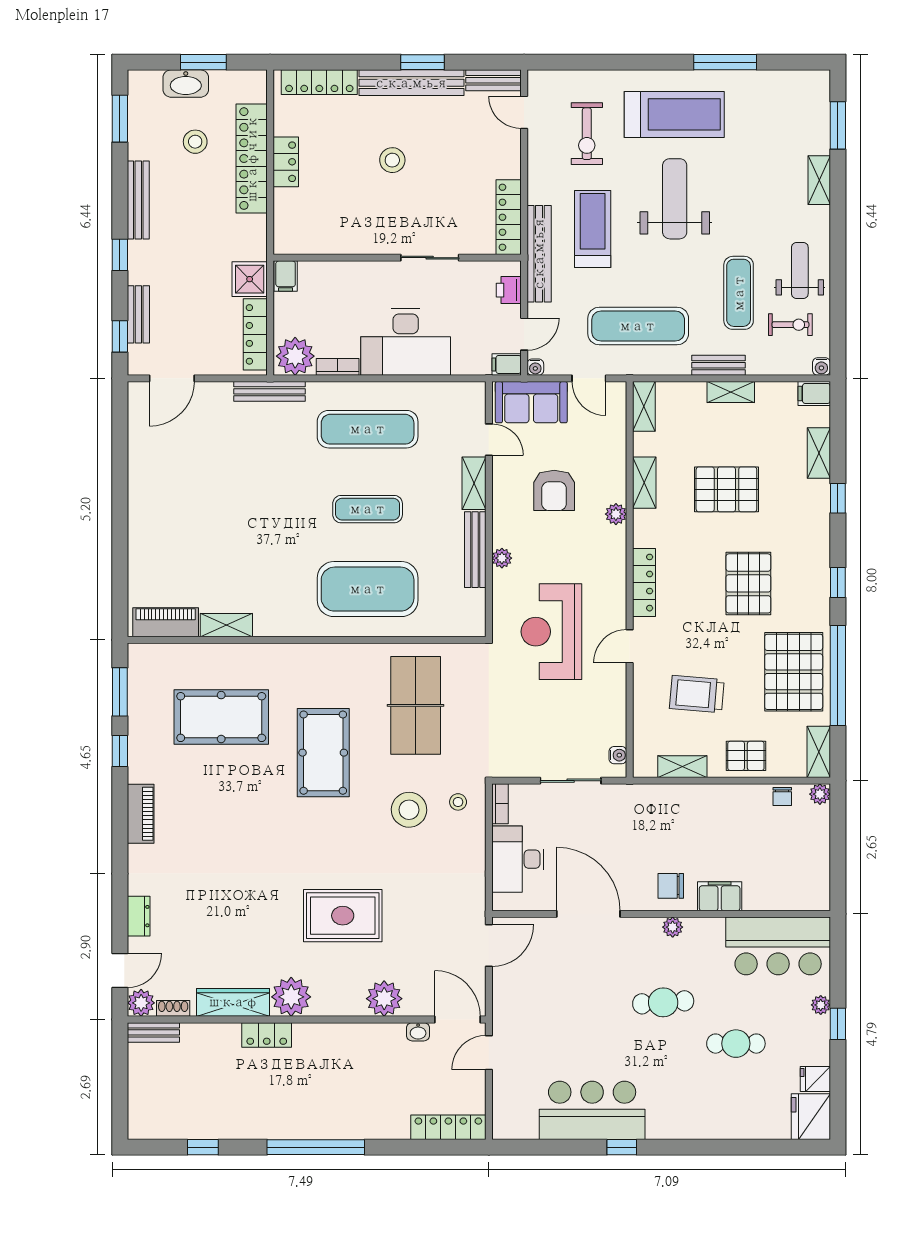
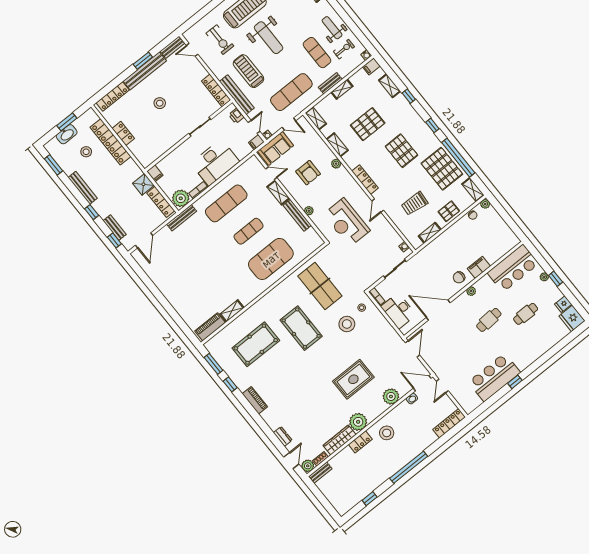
weight bench: (675, 199) -> (269, 38), turned 180
stool: (325, 1056) -> (387, 433), added

